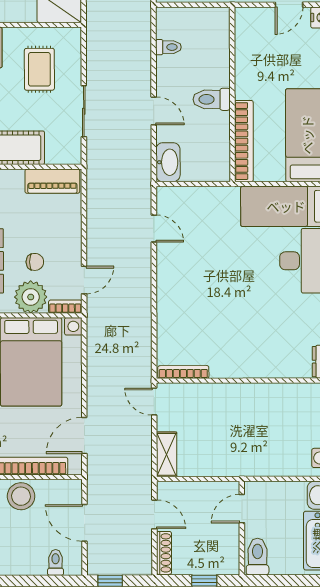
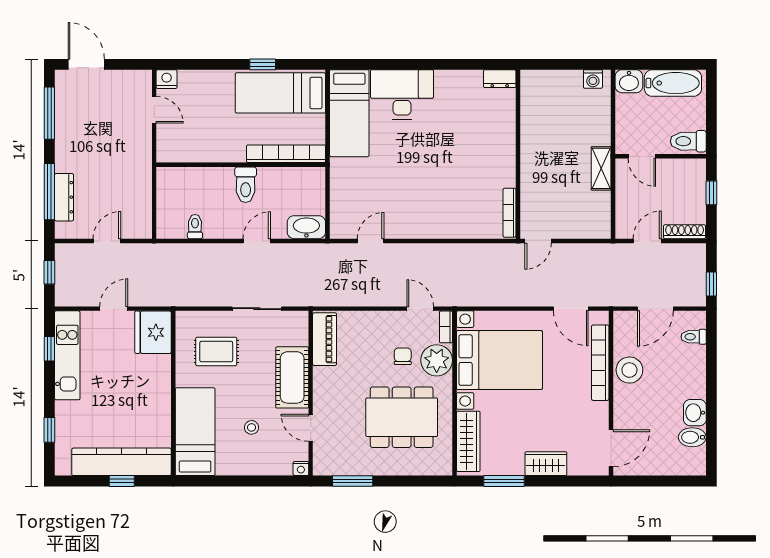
shelving: (167, 454) -> (601, 168), moved, turned 90

